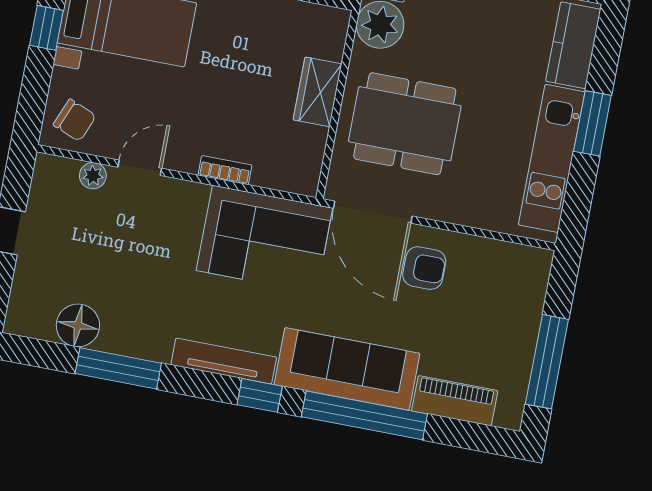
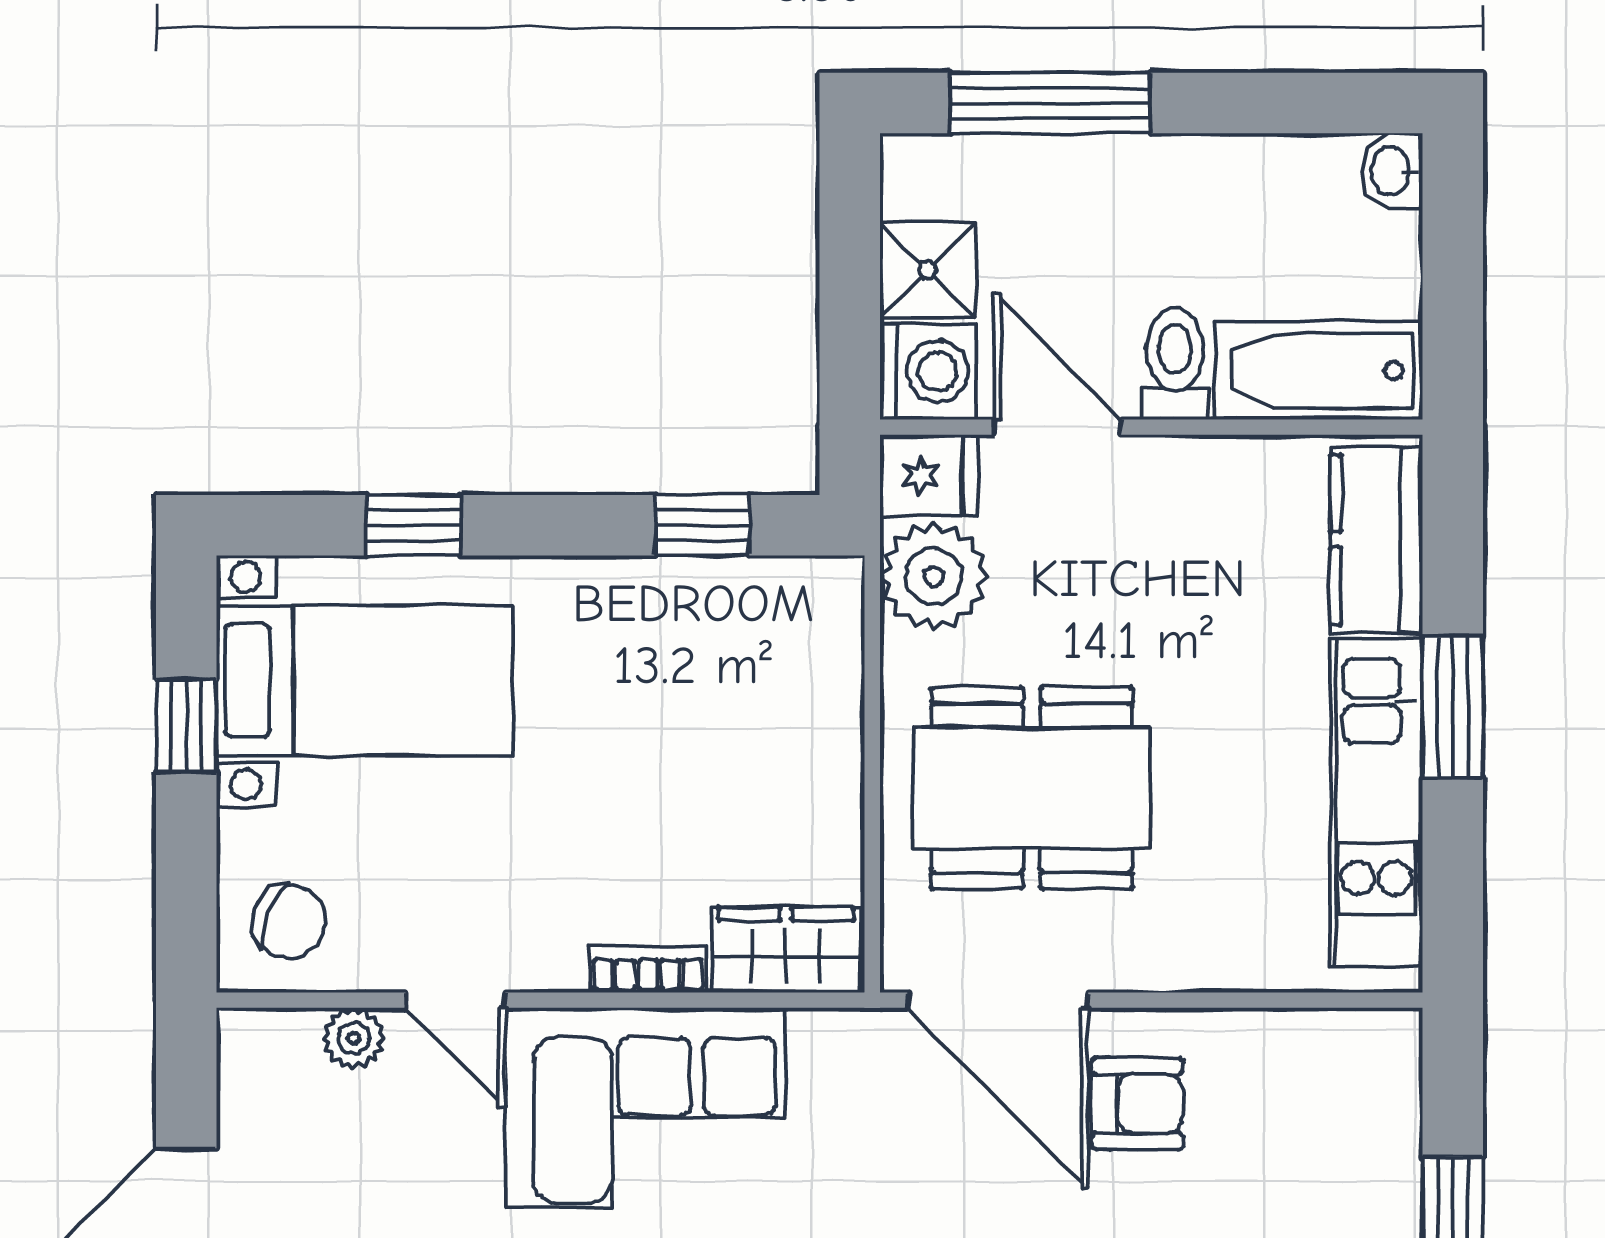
wardrobe: (317, 92) -> (786, 950), moved, turned 90
door: (140, 168) -> (455, 1000), swing flipped
corner sofa: (264, 239) -> (645, 1107), moved

